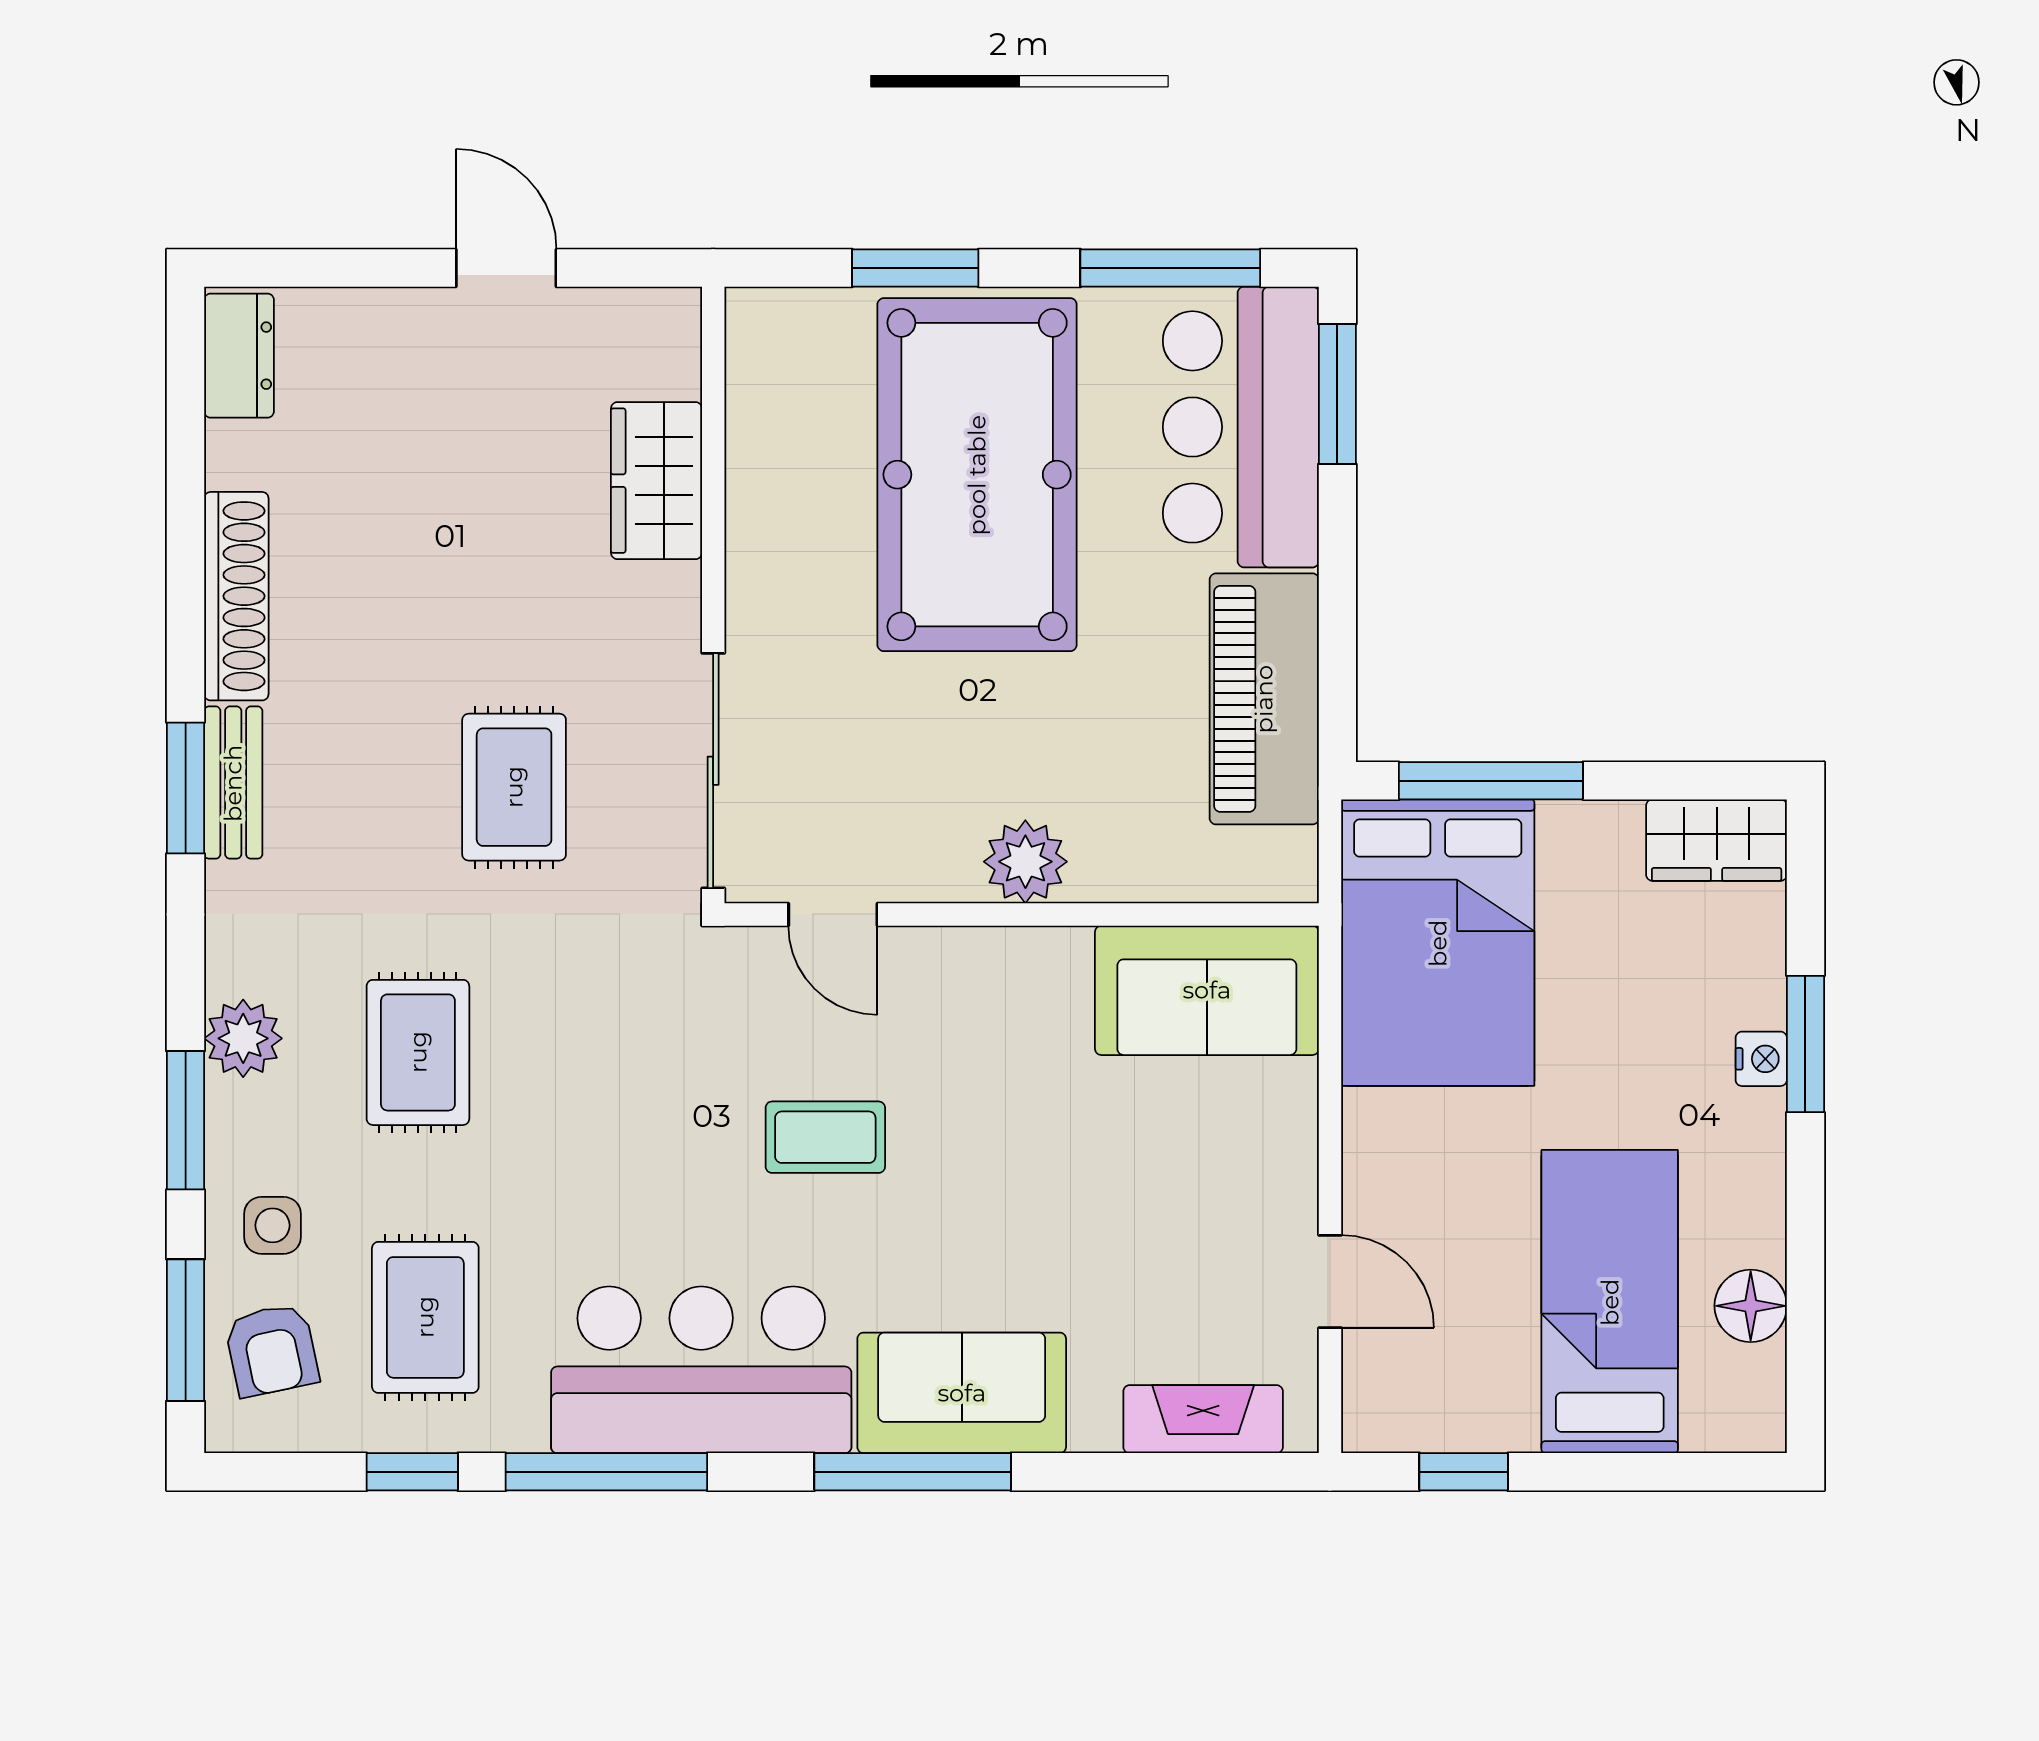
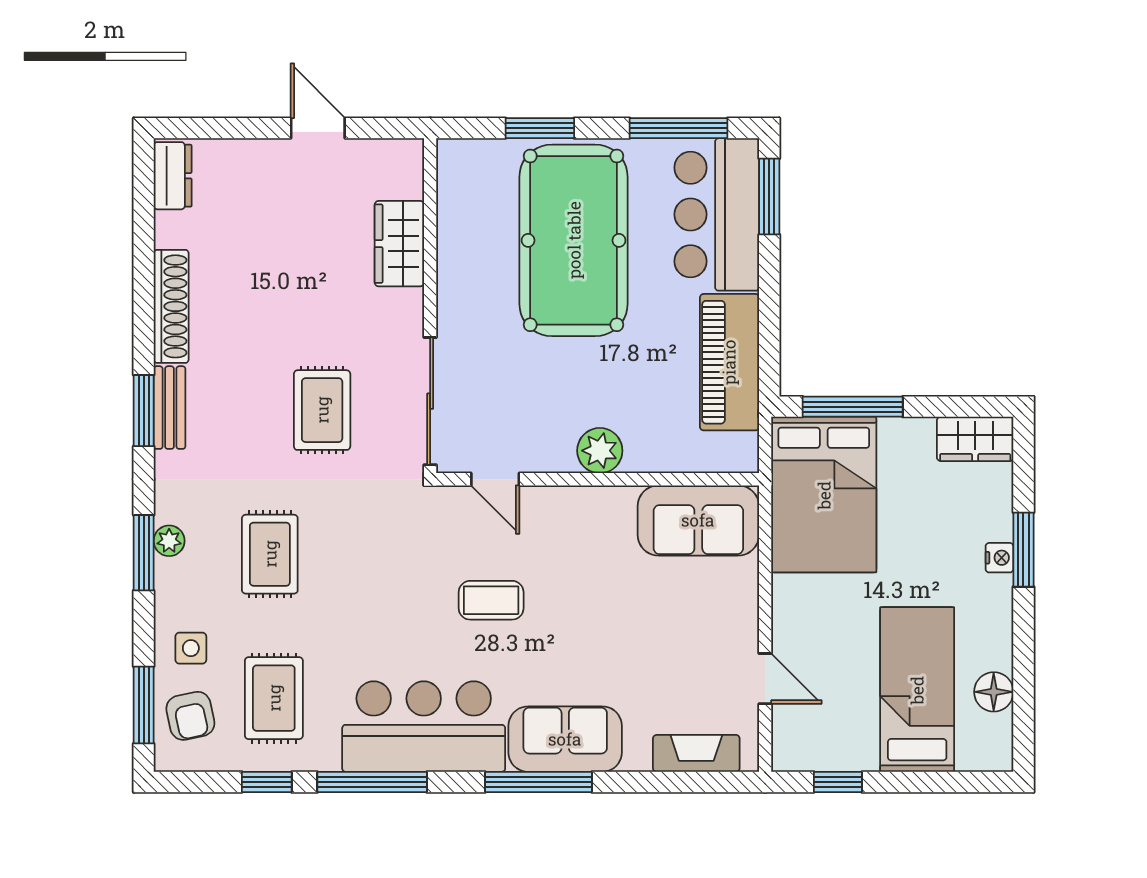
plant: (243, 1038) -> (169, 541), width x0.73, depth x0.73
window: (186, 1120) -> (144, 553), moved

